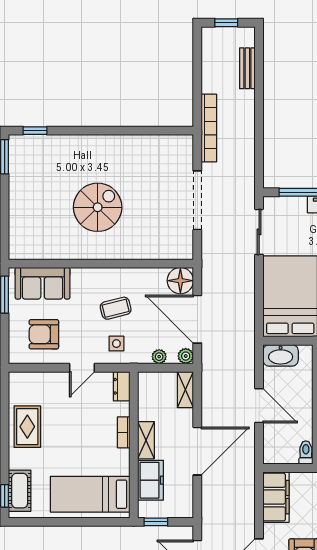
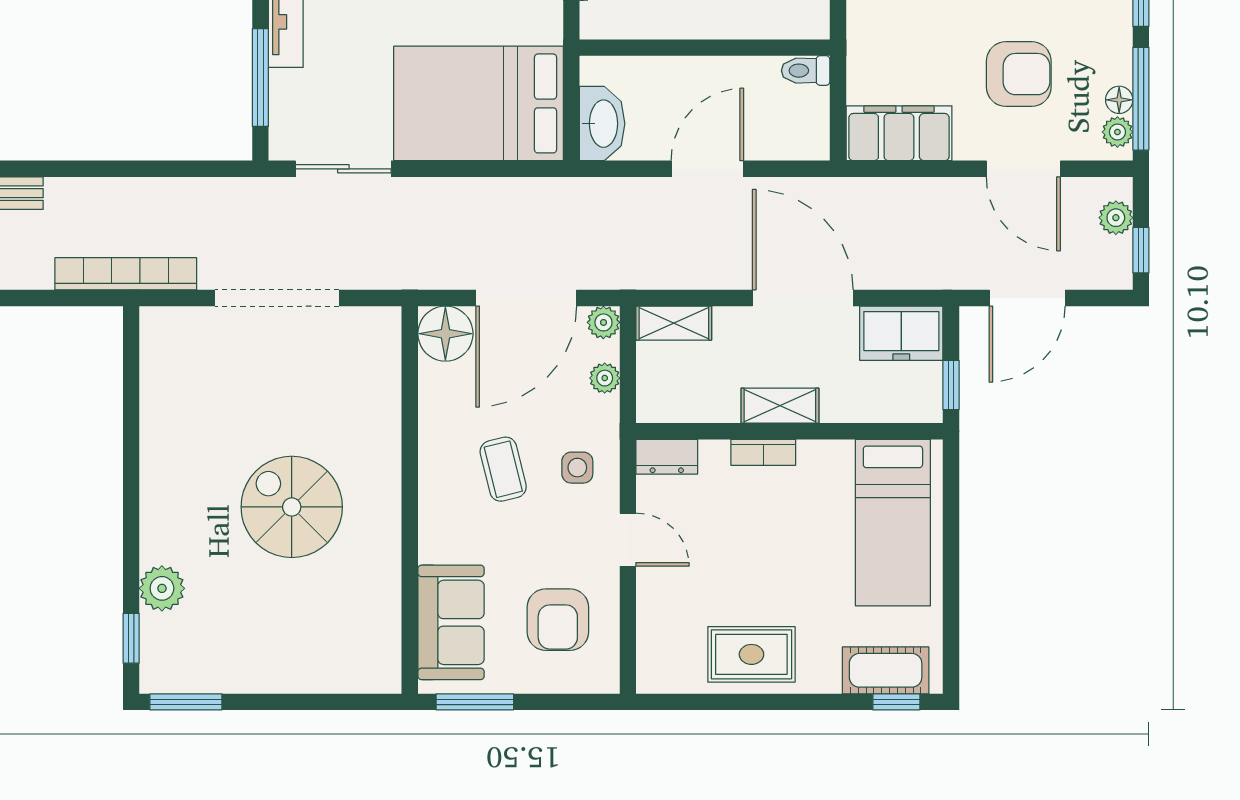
plant: (59, 145) -> (162, 588), added
freezer: (151, 480) -> (901, 333), moved, turned 180

